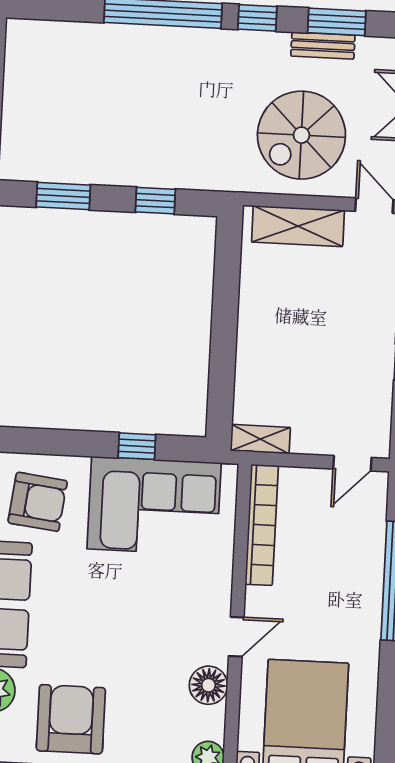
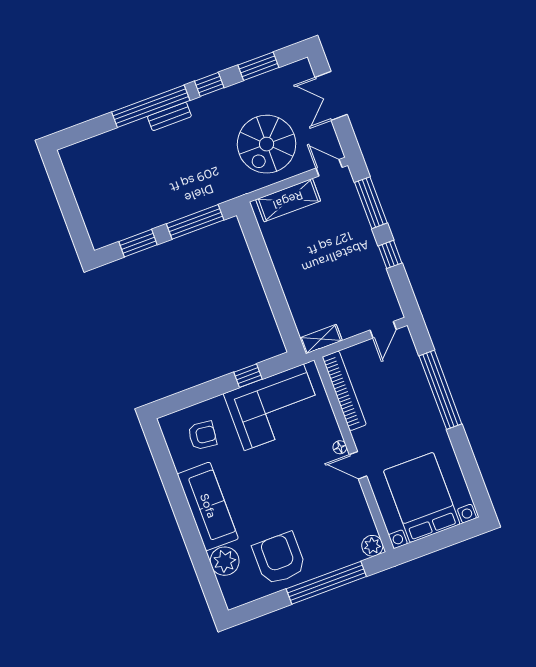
bench: (323, 46) -> (169, 116), moved
window: (155, 201) -> (195, 222), width x2.17
armchair: (38, 502) -> (202, 435), width x0.72, depth x0.72
door: (236, 637) -> (358, 465), swing flipped
floor lamp: (208, 685) -> (340, 447), moved, width x0.53, depth x0.53

